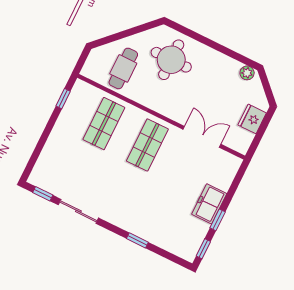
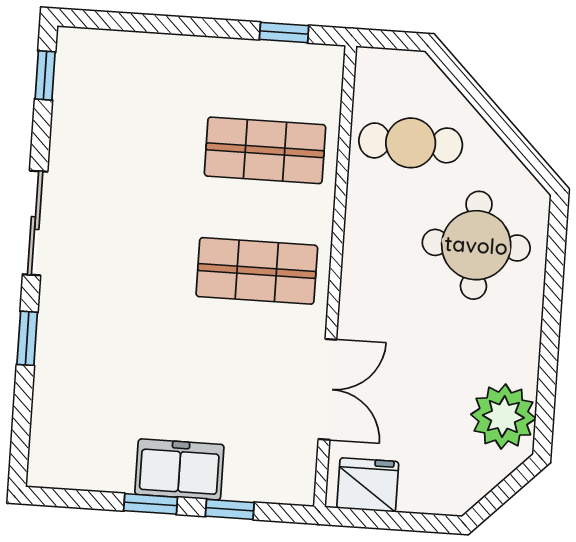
plant: (247, 73) -> (503, 417), width x1.87, depth x1.87
fridge: (252, 119) -> (368, 485), moved
sliding door: (78, 211) -> (35, 223), moved
window: (203, 249) -> (230, 509), moved

